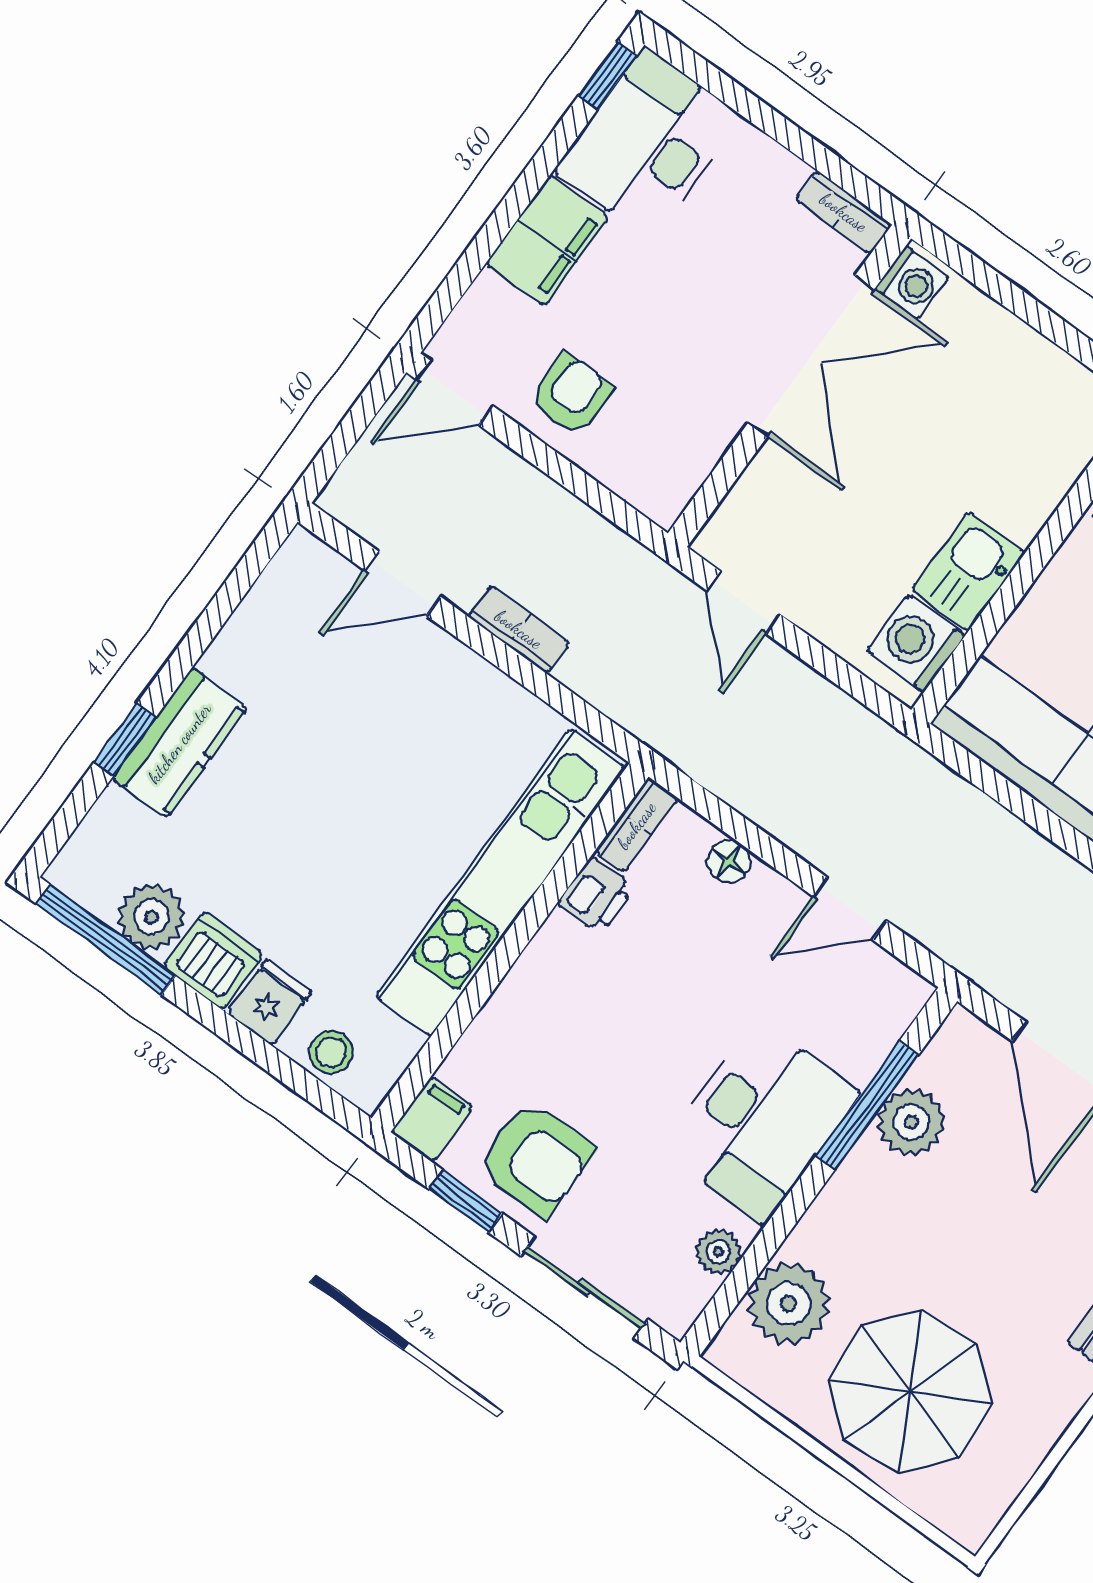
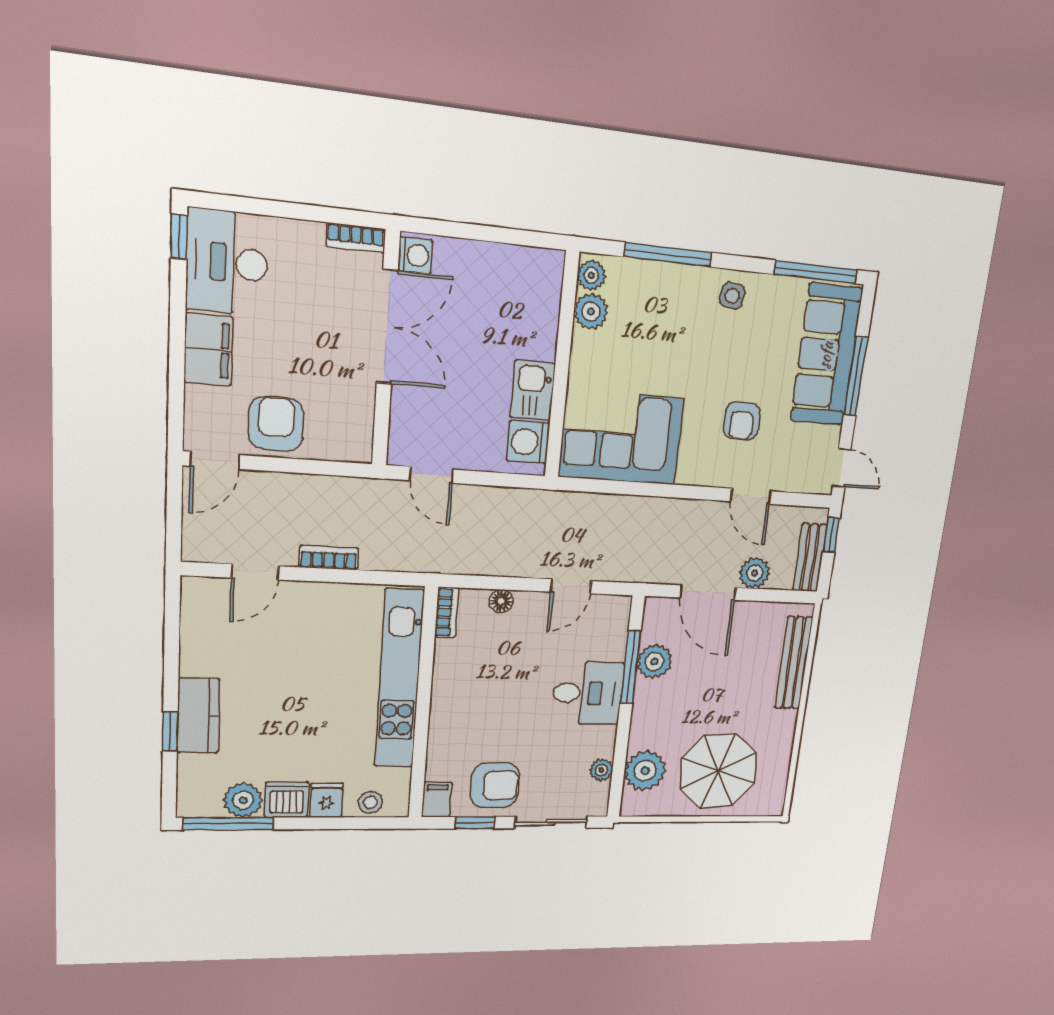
armchair: (571, 394) -> (276, 424), width x1.38, depth x1.38
printer: (596, 895) -> (448, 656), removed
desk: (760, 1121) -> (588, 693), width x0.73

